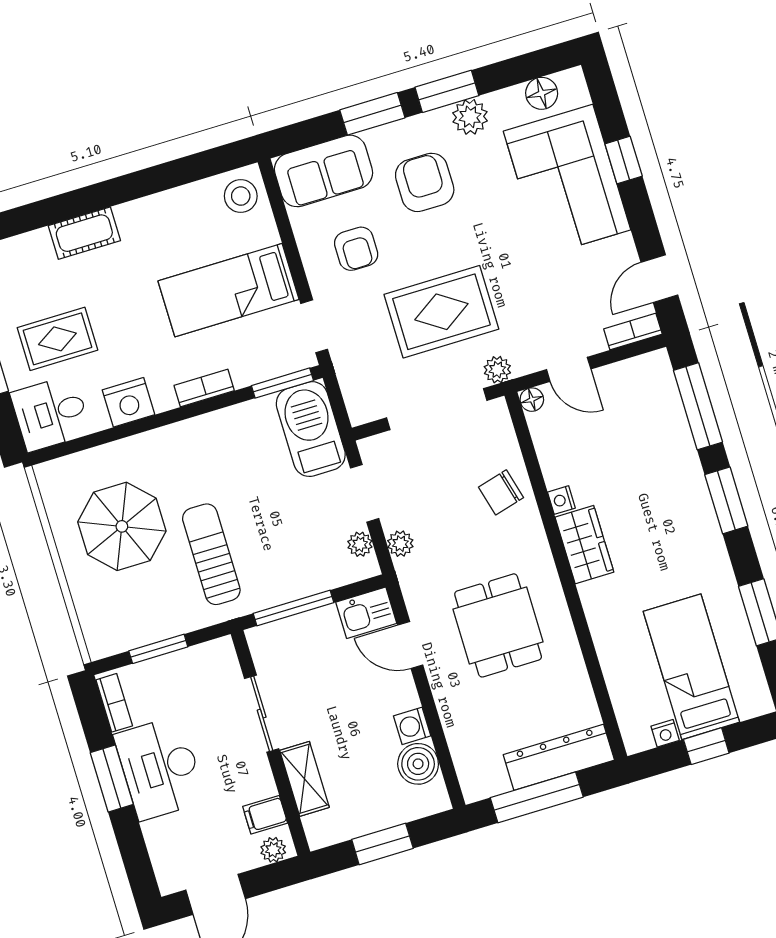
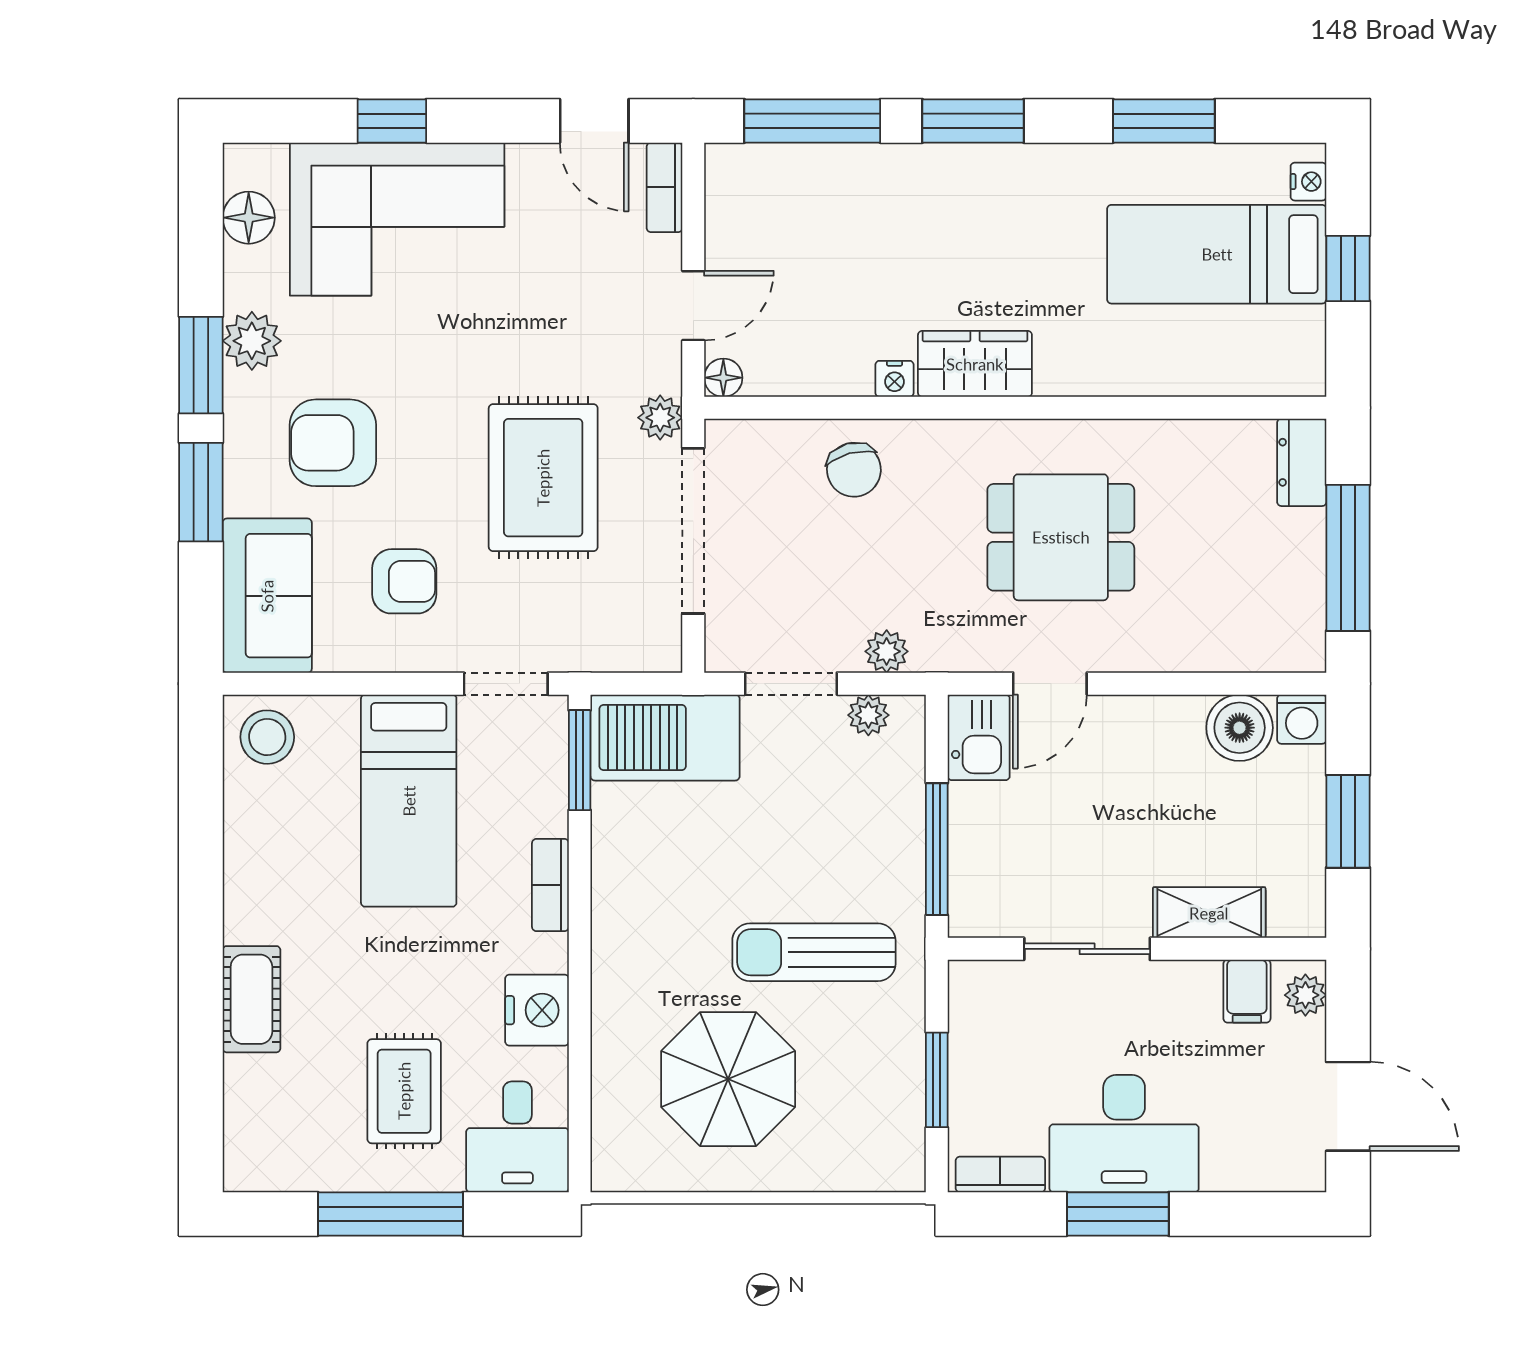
washing machine: (412, 726) -> (1302, 719), moved
nightstand: (665, 733) -> (1308, 182), moved
dresser: (559, 757) -> (1302, 462), width x0.51, depth x0.80

